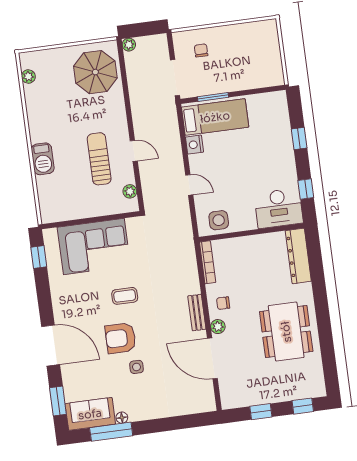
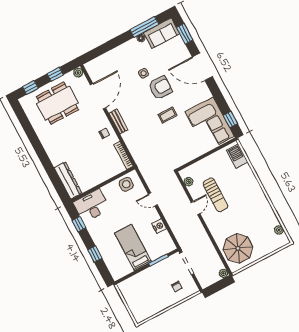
bed: (215, 117) -> (133, 247), moved, turned 90
door: (134, 151) -> (196, 208), swing flipped
barbecue: (43, 159) -> (237, 156), moved
corner sofa: (94, 246) -> (210, 124), moved, turned -90
plant: (218, 327) -> (78, 73), moved
dining table: (286, 332) -> (57, 103), moved, turned 90
door: (212, 358) -> (98, 96), hinge flipped

